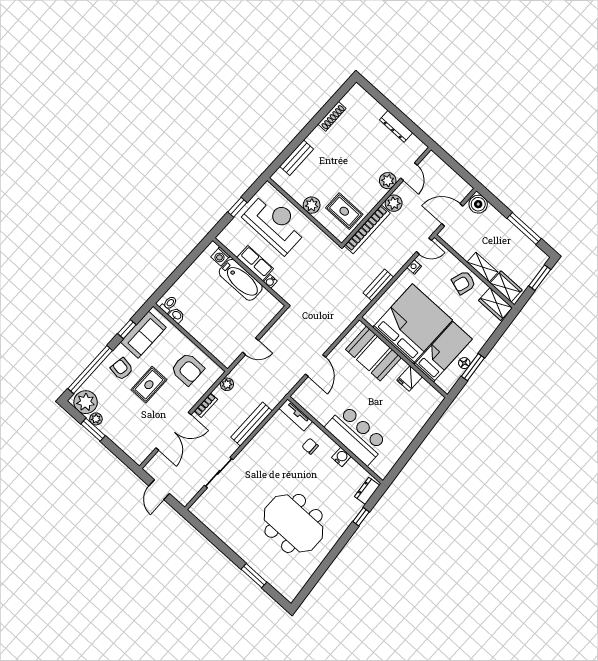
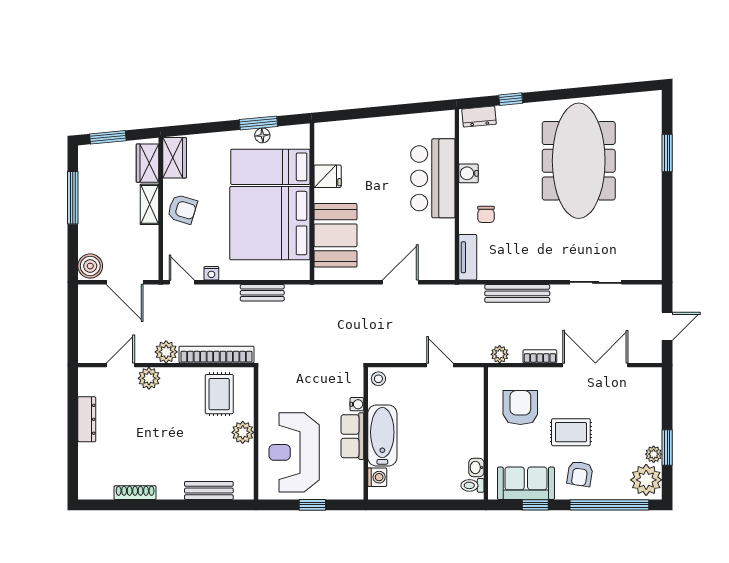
stool: (274, 306) -> (378, 379), added
meeting table: (294, 523) -> (579, 161), width x1.36

